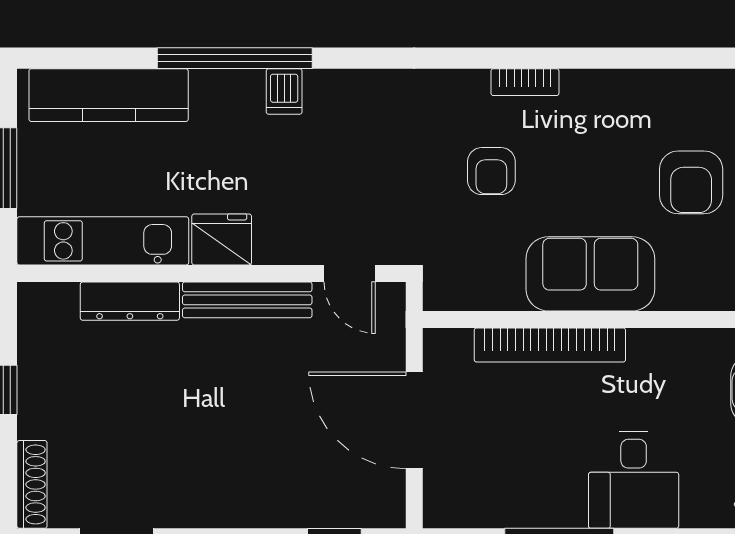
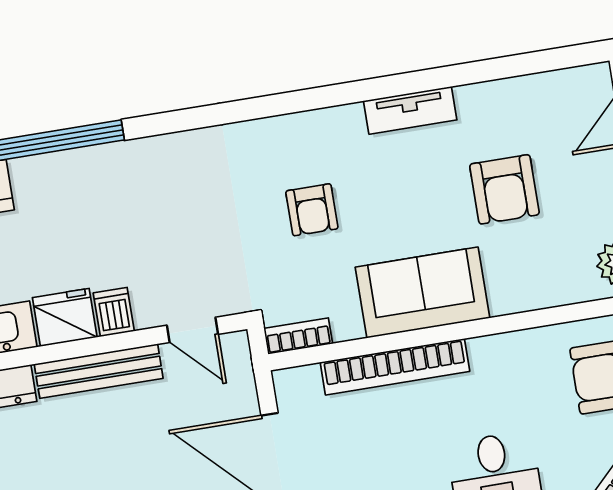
bookcase: (525, 82) -> (298, 336), moved, turned 180
tv unit: (608, 86) -> (410, 110), added
dishwasher: (284, 91) -> (114, 312), moved, turned 180

